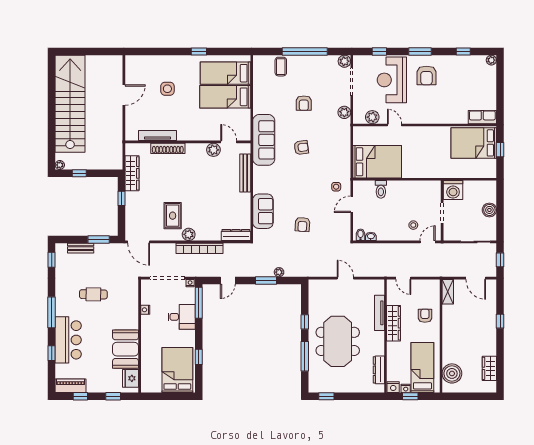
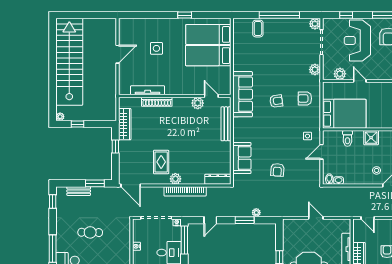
armchair: (304, 103) -> (305, 98), moved, turned 90
shower: (407, 188) -> (371, 138), added

